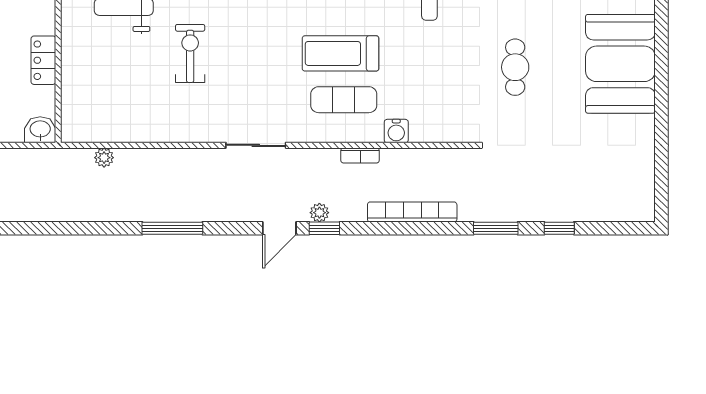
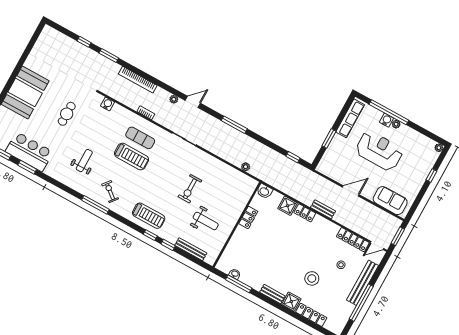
water cooler: (396, 131) -> (107, 104), moved
window: (324, 228) -> (293, 157), moved

